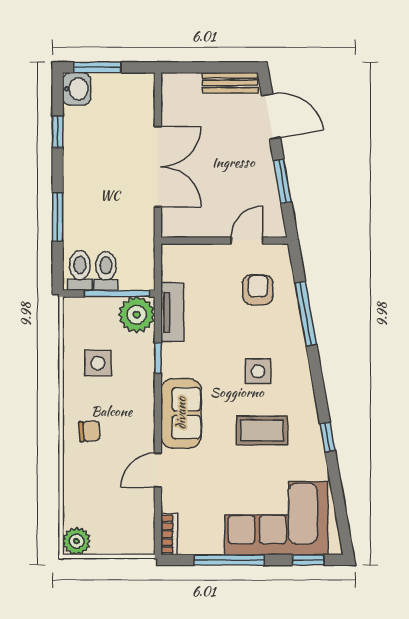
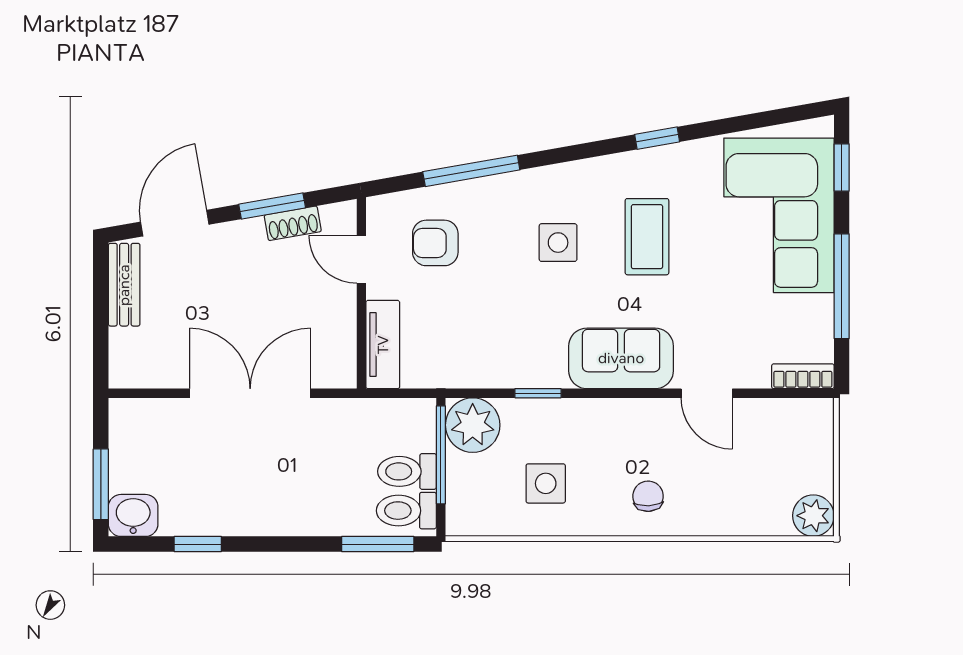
shoe rack: (271, 195) -> (293, 223), added
window: (58, 217) -> (378, 544), moved
tv unit: (172, 312) -> (383, 345), moved, turned 90

